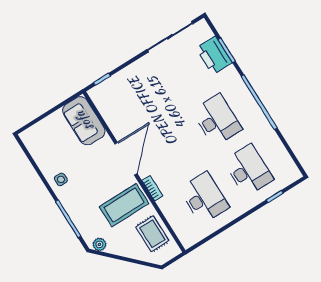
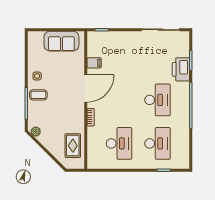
printer: (214, 55) -> (181, 69), moved
sofa: (84, 121) -> (61, 41), moved, turned -90
filing cabinet: (117, 123) -> (94, 63), added
coffee table: (124, 205) -> (38, 95), moved, width x0.54, depth x0.58

